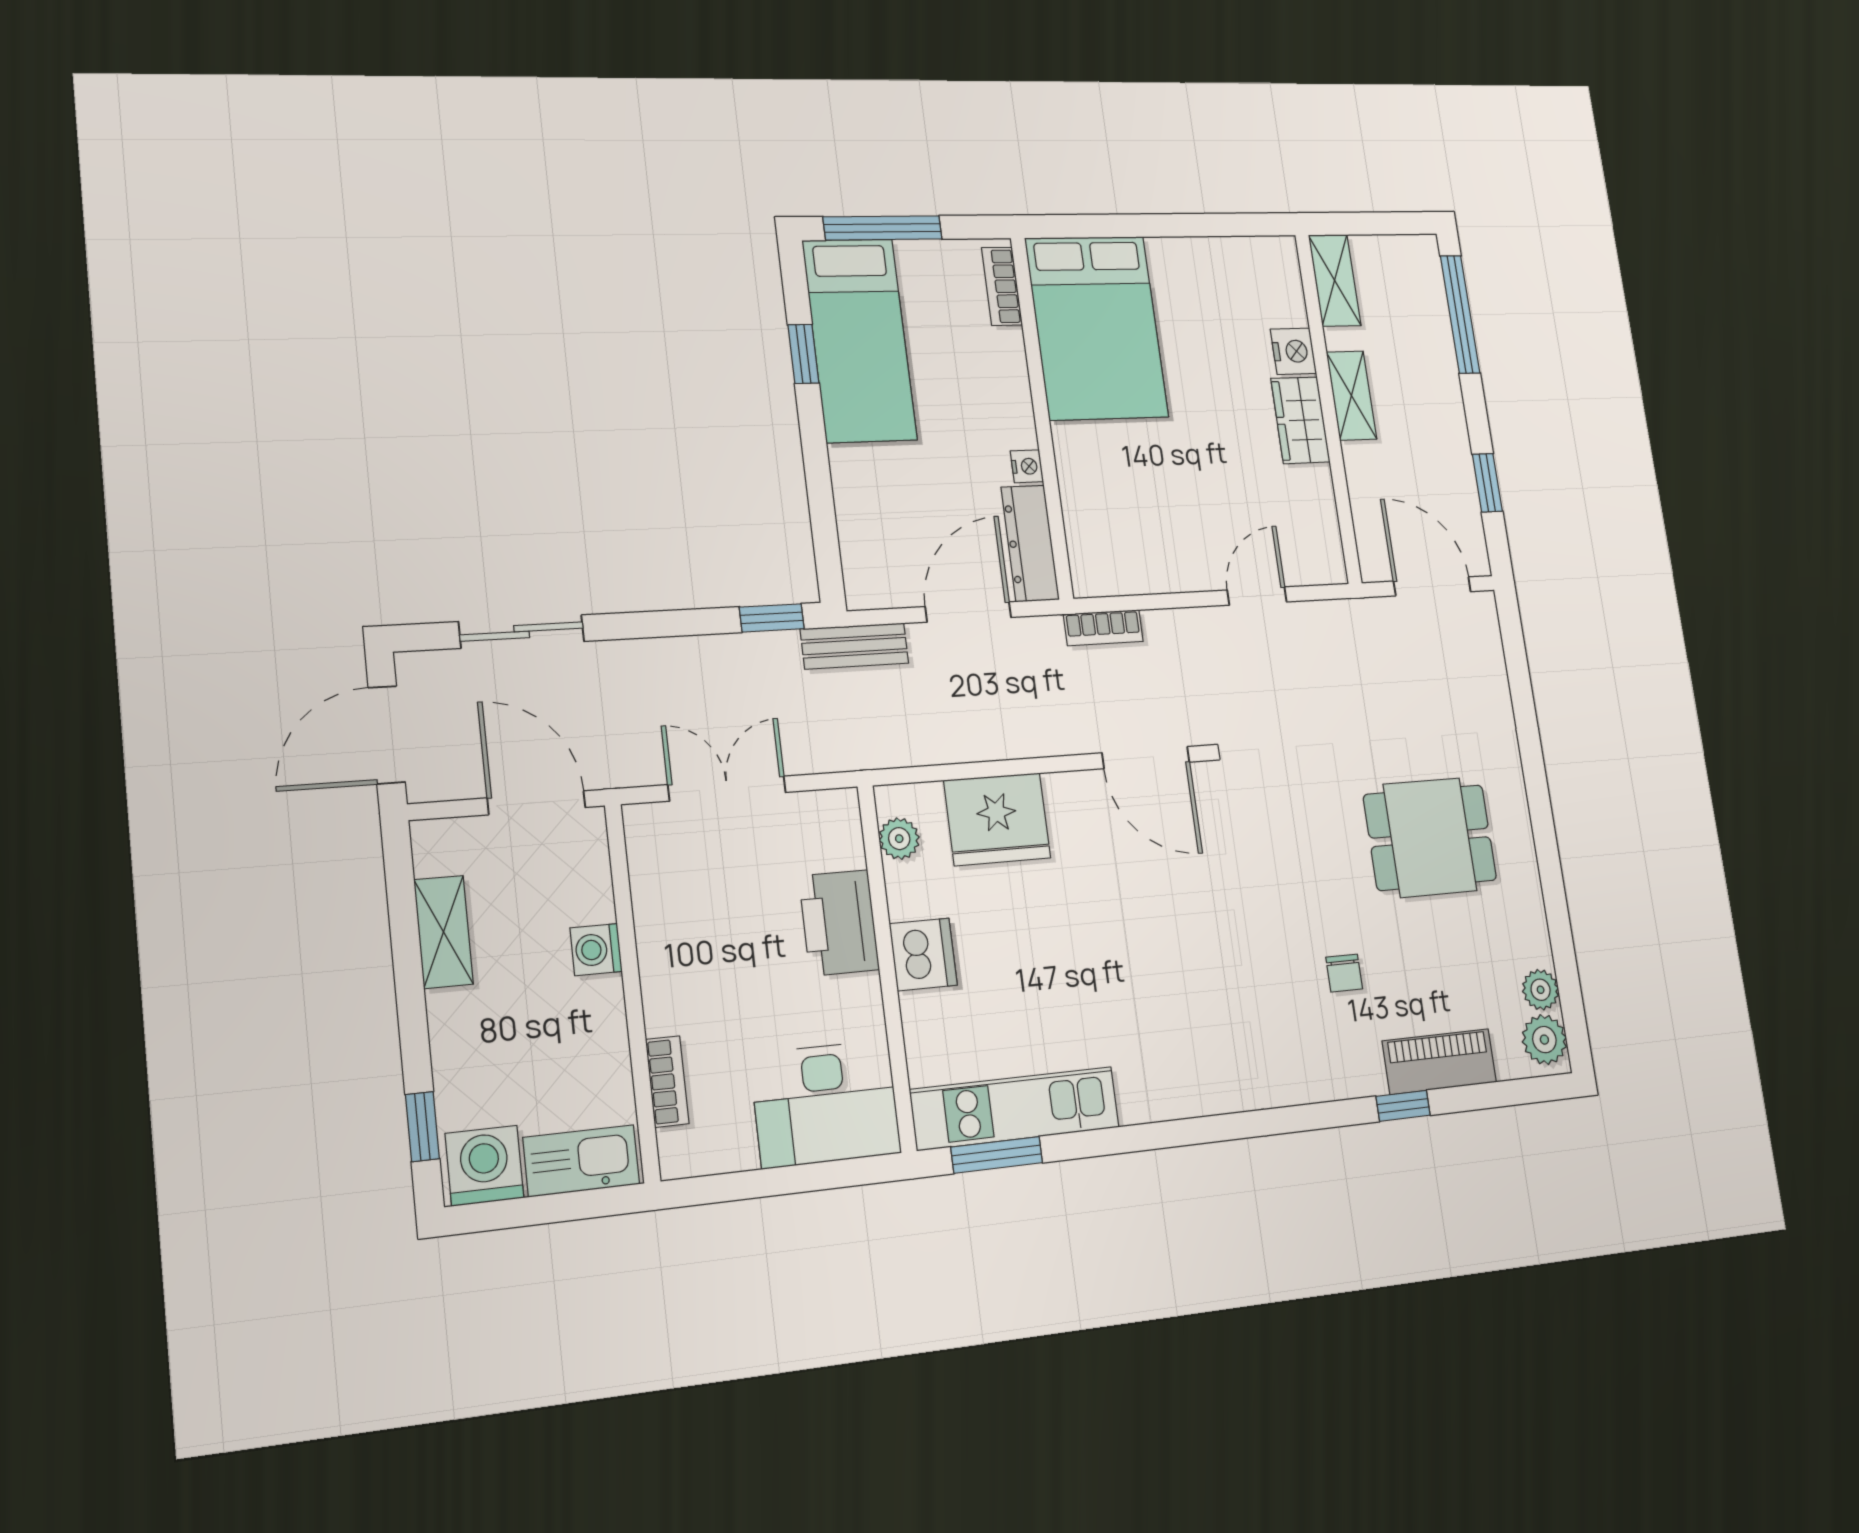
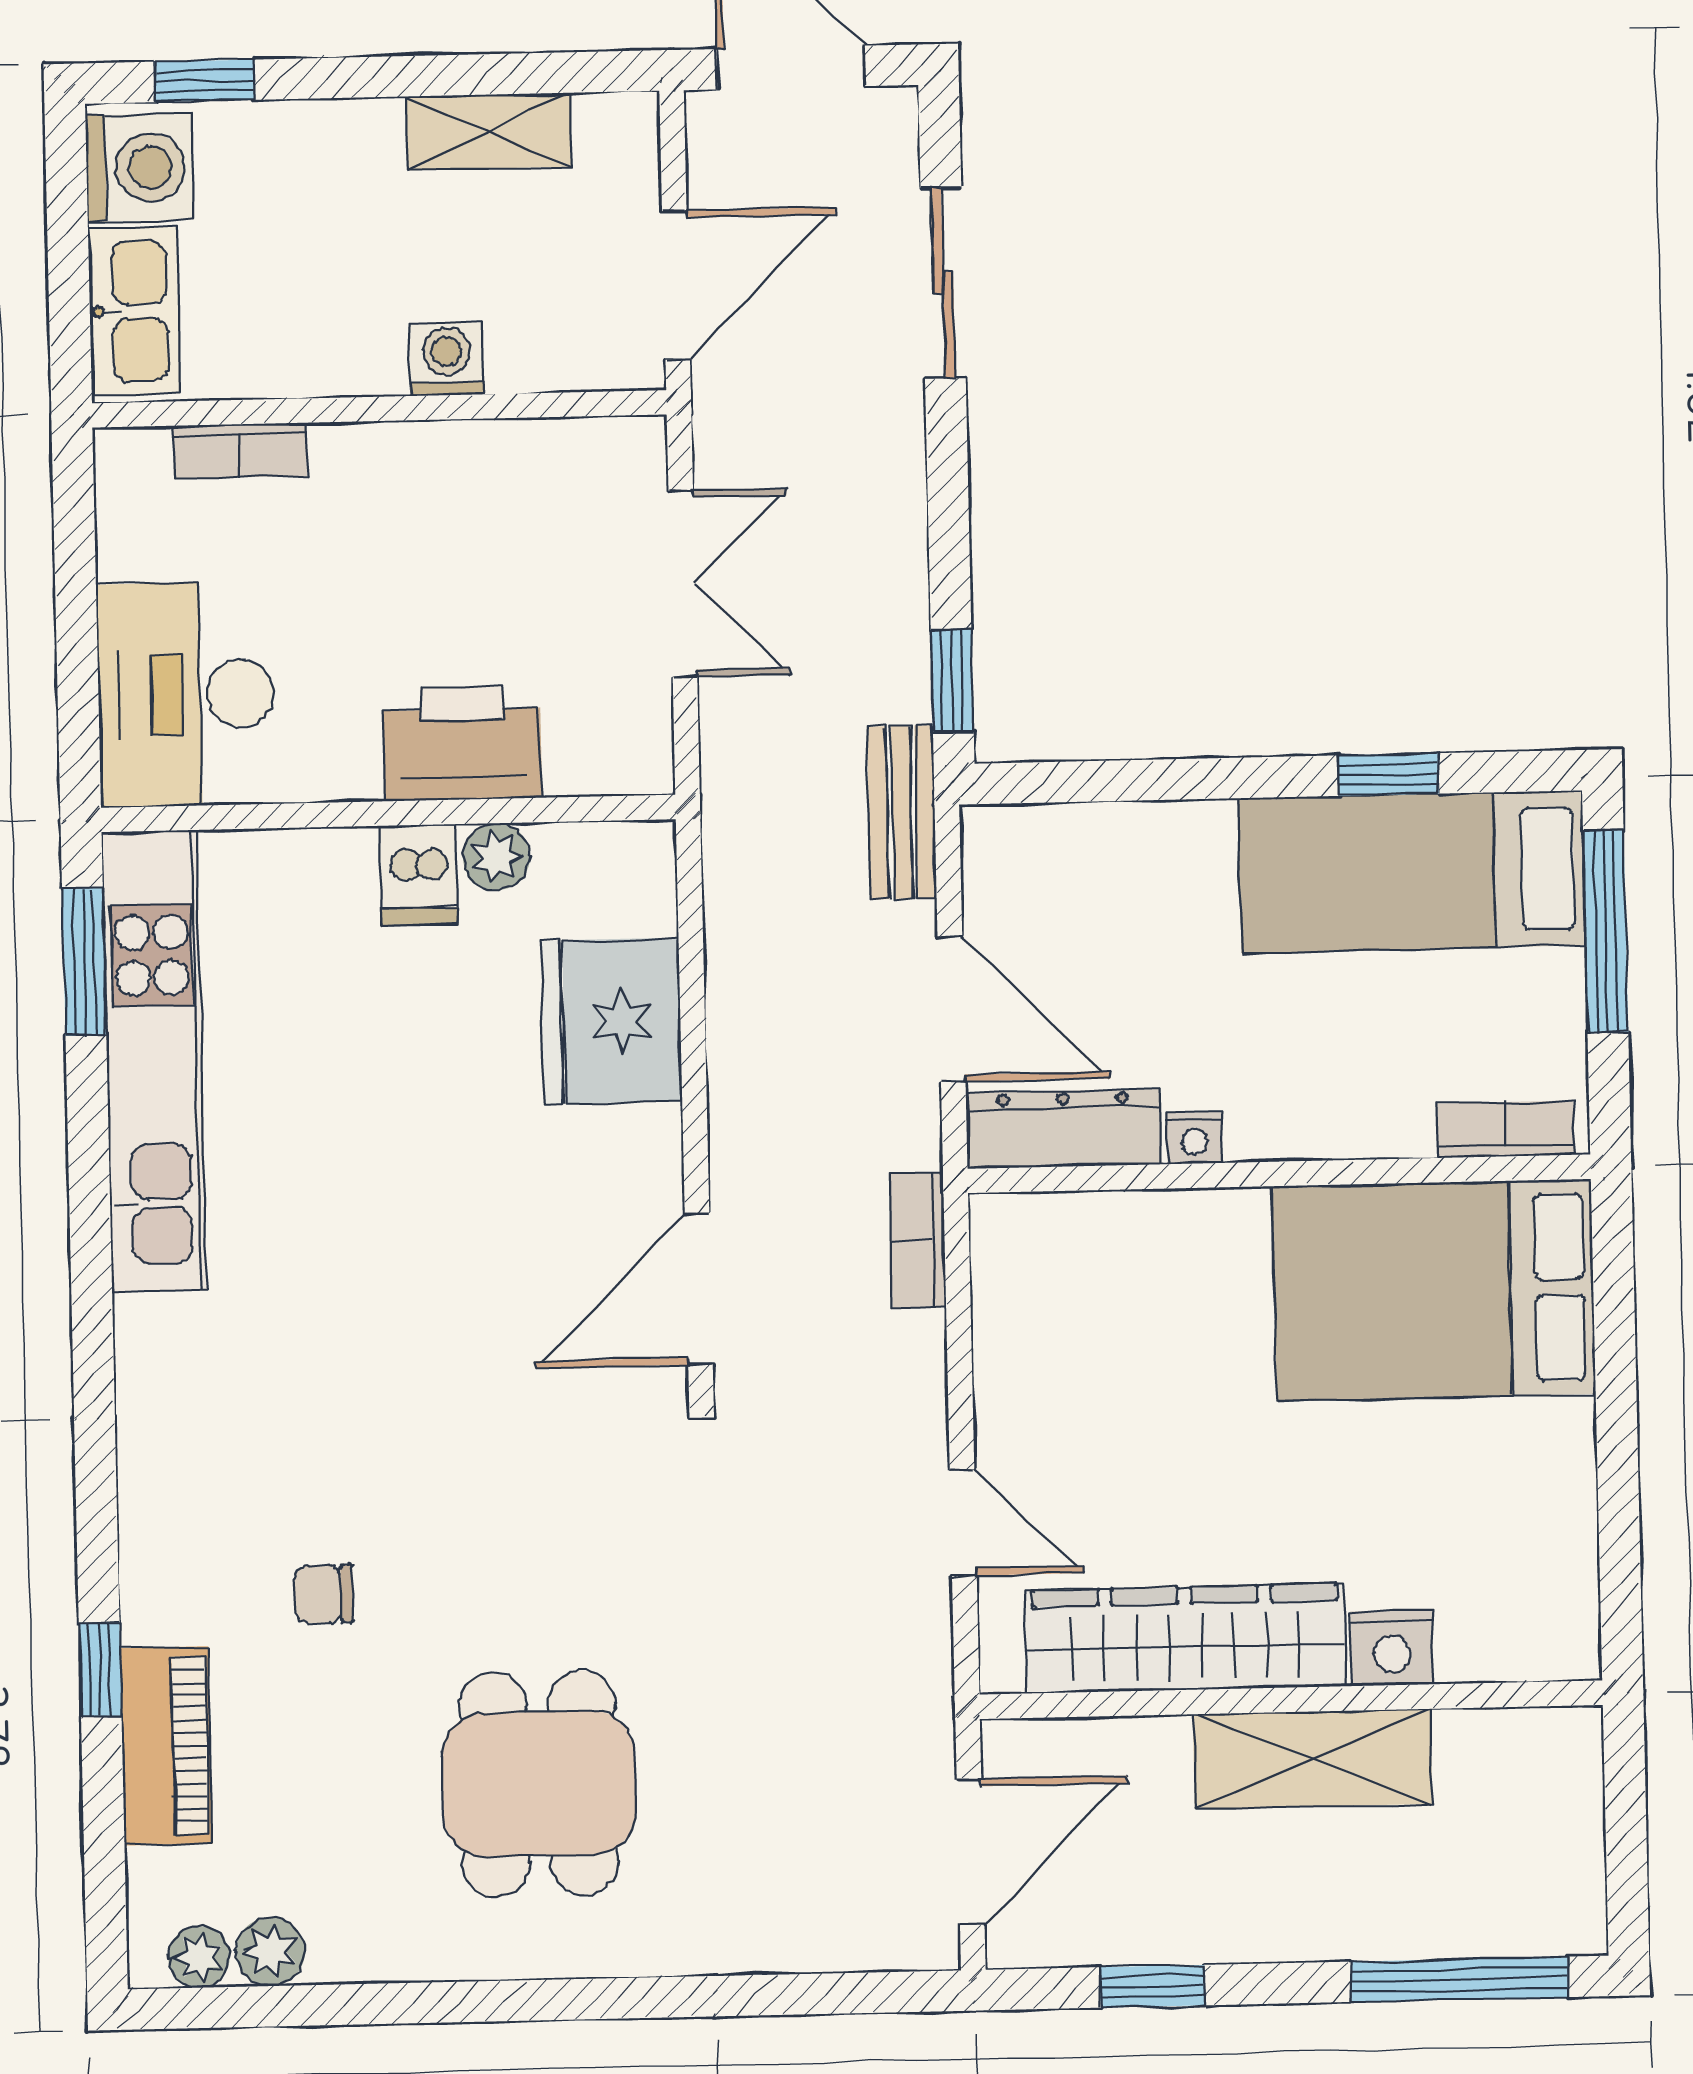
shelving: (1335, 280) -> (1521, 1744), removed
shelving: (1351, 395) -> (1312, 1759), width x1.50, depth x1.33
wardrobe: (1300, 420) -> (1185, 1638), width x2.10, depth x1.17
plant: (899, 839) -> (496, 857), moved
dishwasher: (923, 954) -> (418, 875), width x0.73
plant: (1544, 1040) -> (199, 1957), width x0.73, depth x0.73
kitchen unit: (1015, 1108) -> (154, 1061), width x1.36

